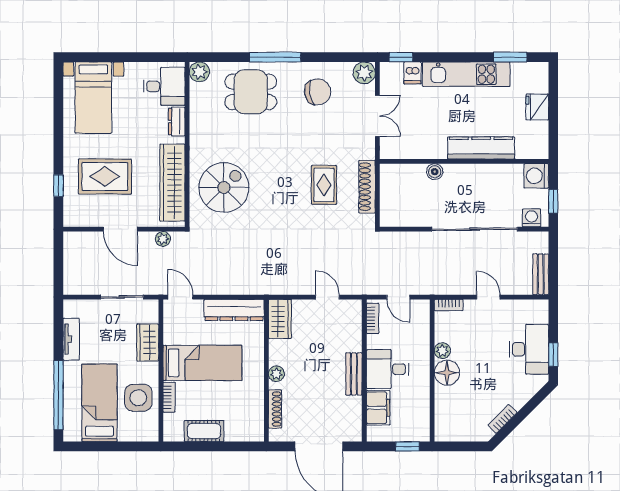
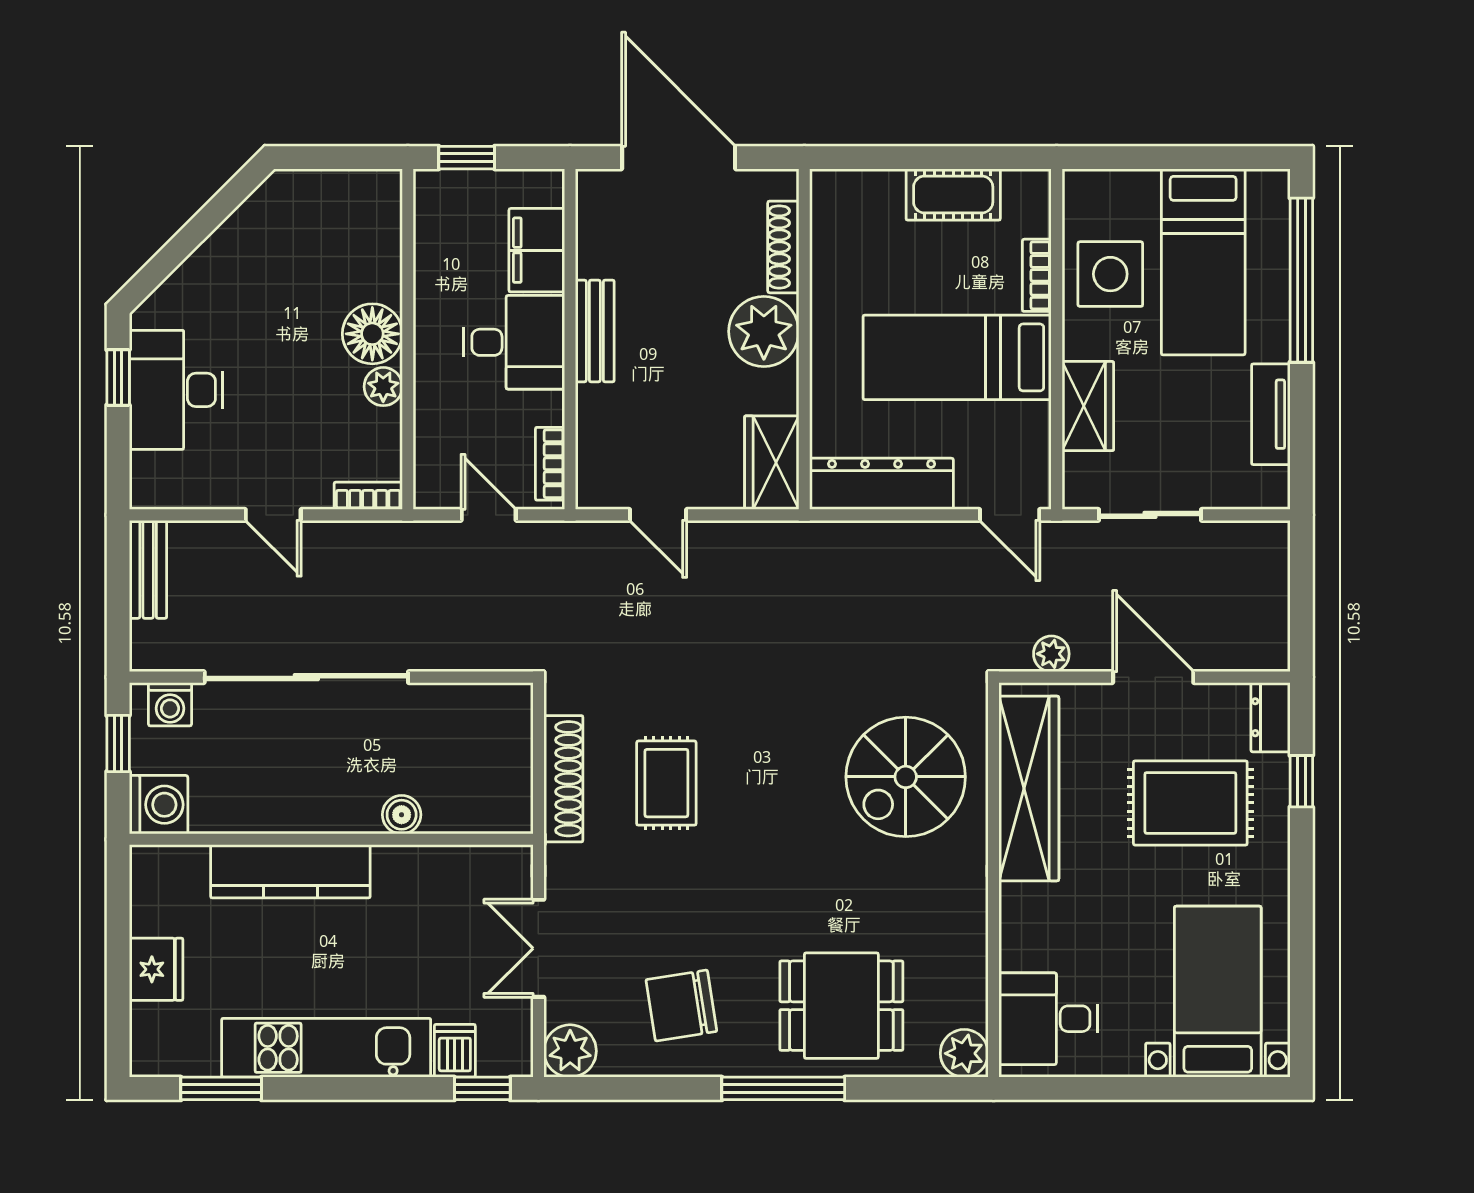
dresser: (177, 122) -> (1270, 717), moved, turned 180
plant: (276, 374) -> (764, 331), width x1.88, depth x1.88
bookcase: (502, 419) -> (239, 224), removed

